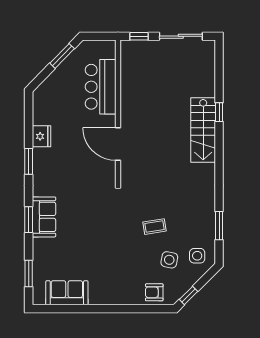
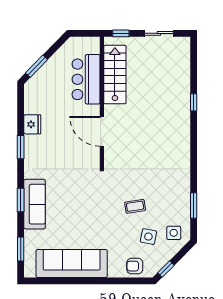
sliding door: (181, 36) -> (159, 33), width x0.73
window: (62, 56) -> (37, 66), moved
stairs: (203, 130) -> (115, 75), moved, turned 180
sofa: (44, 217) -> (35, 204), width x1.36
sofa: (67, 293) -> (72, 263), width x1.85, depth x1.27

